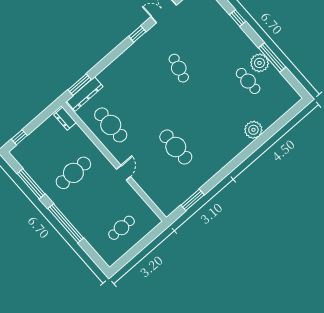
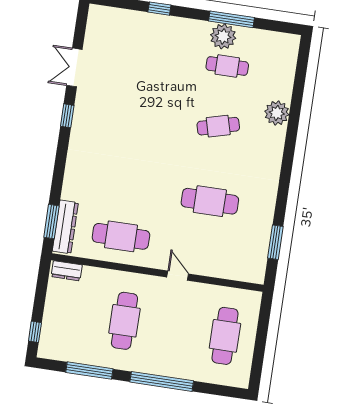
cafe table: (179, 68) -> (218, 126), moved, turned -30
cafe table: (121, 228) -> (225, 336), width x1.37, depth x1.35

